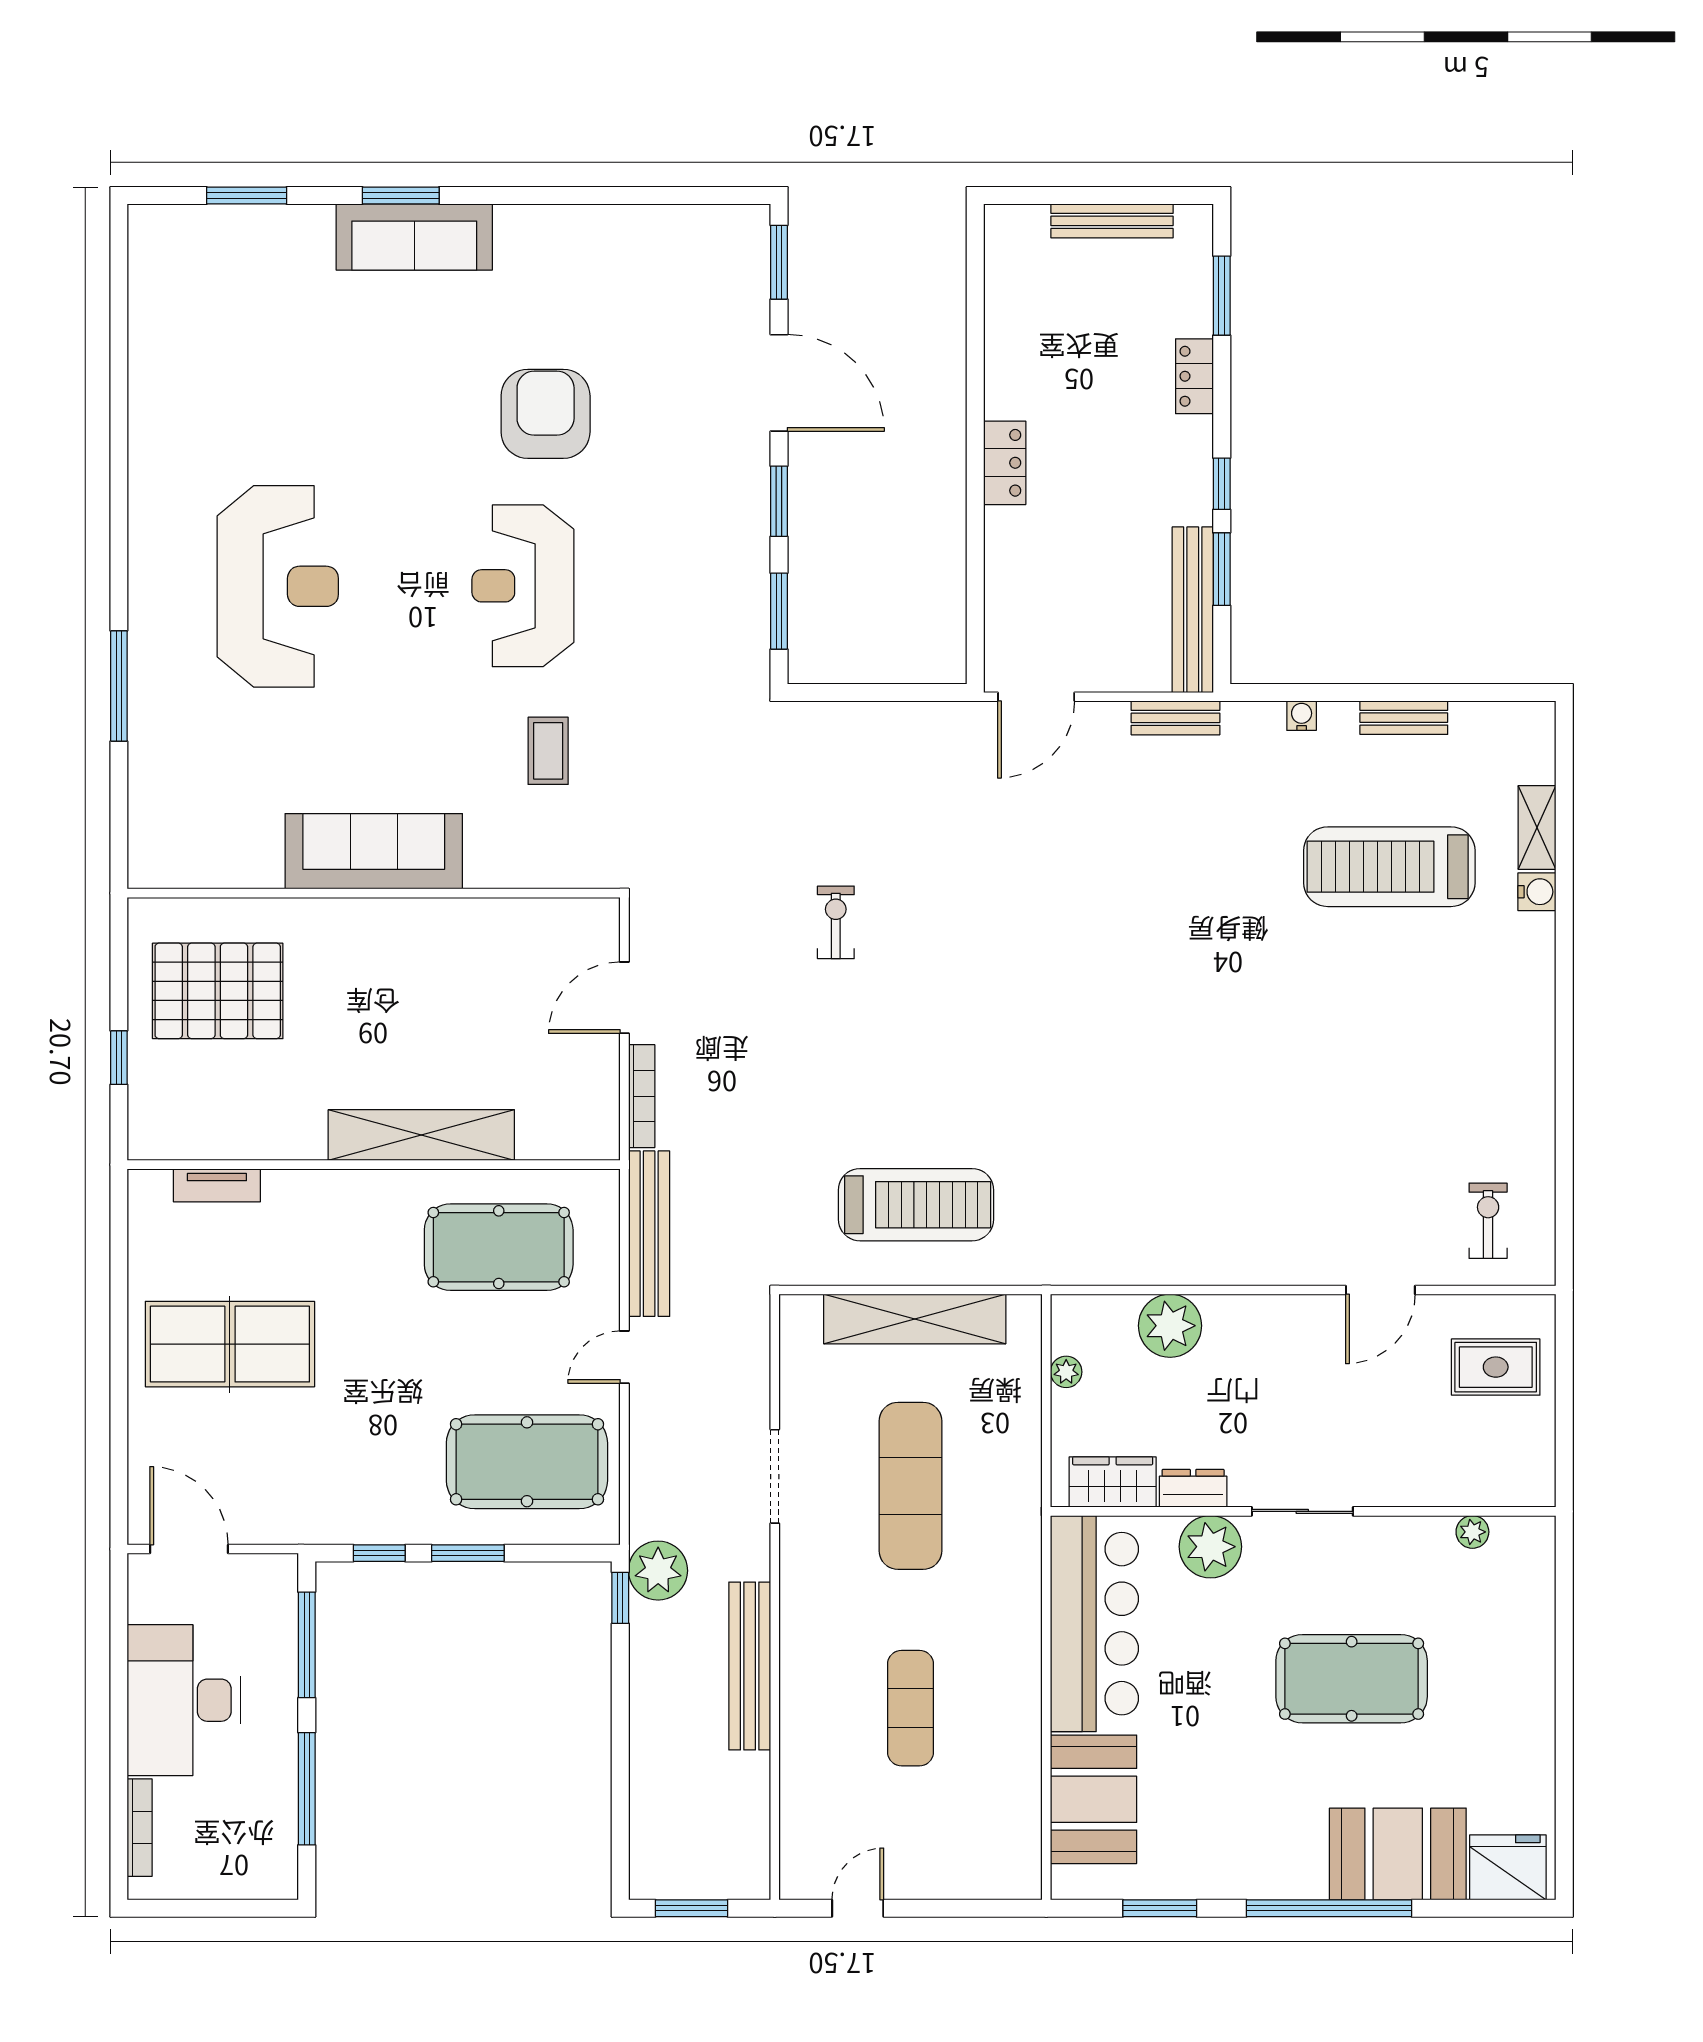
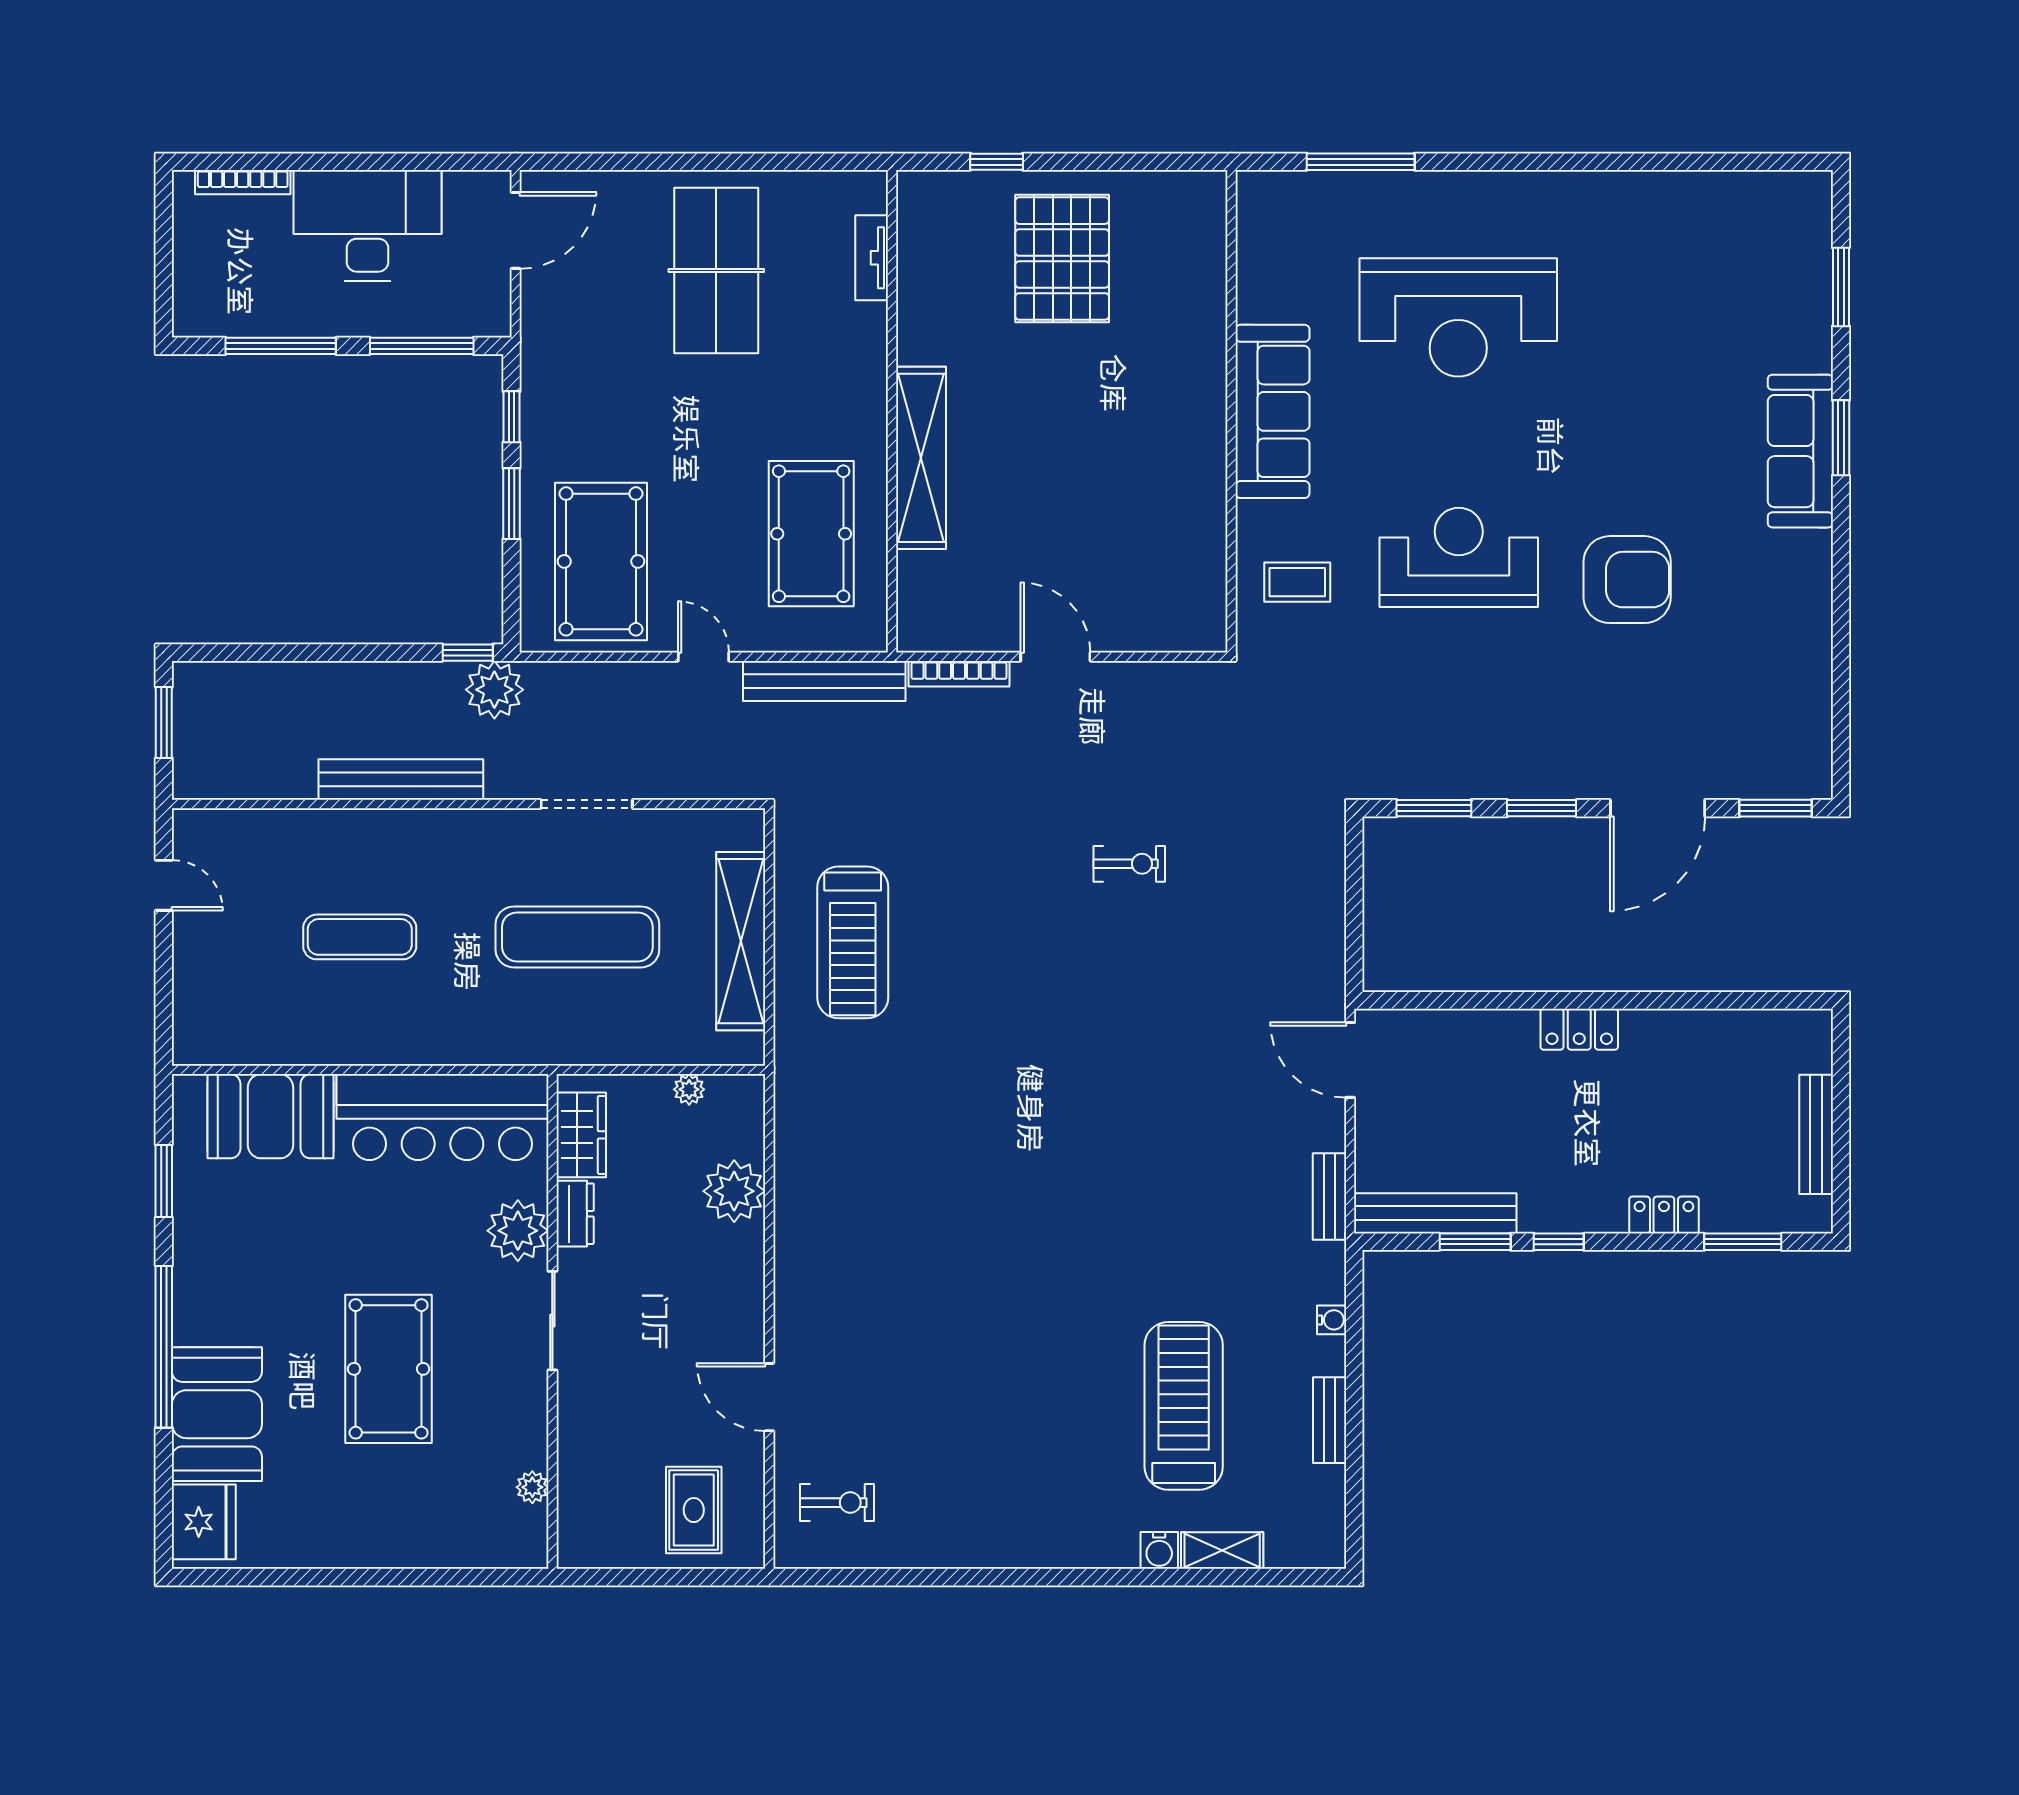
sofa: (374, 851) -> (1272, 411), moved
wall: (374, 893) -> (1231, 411), moved

